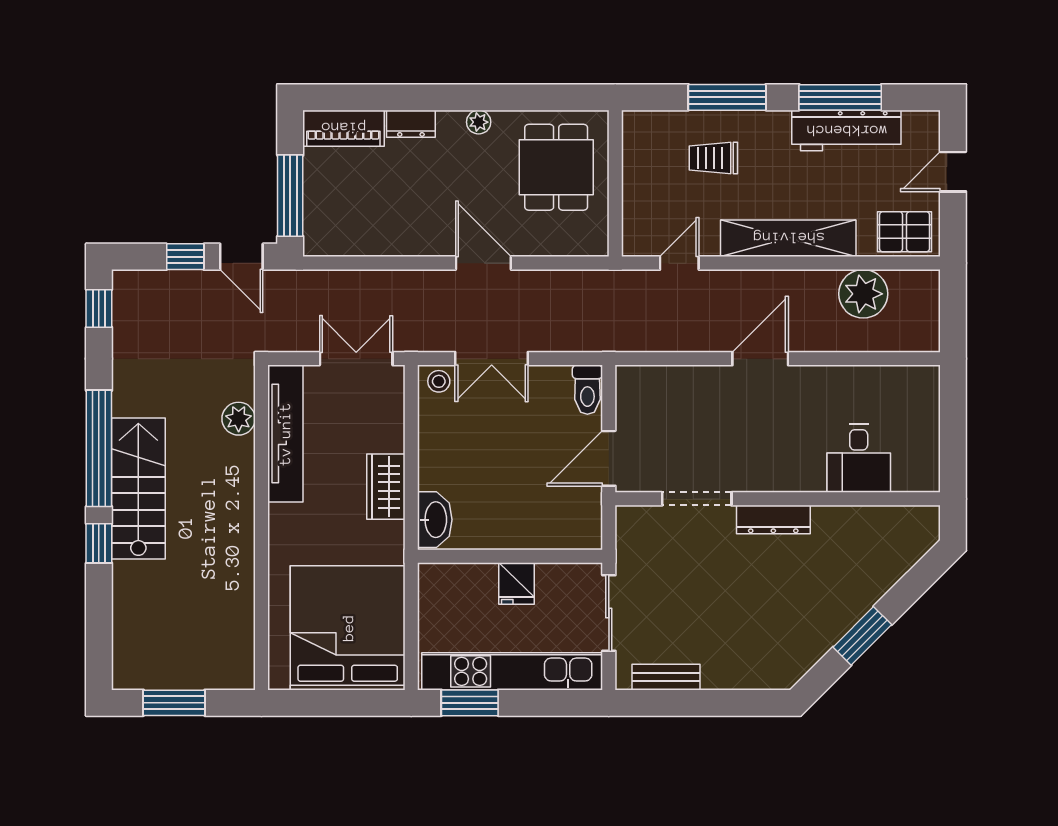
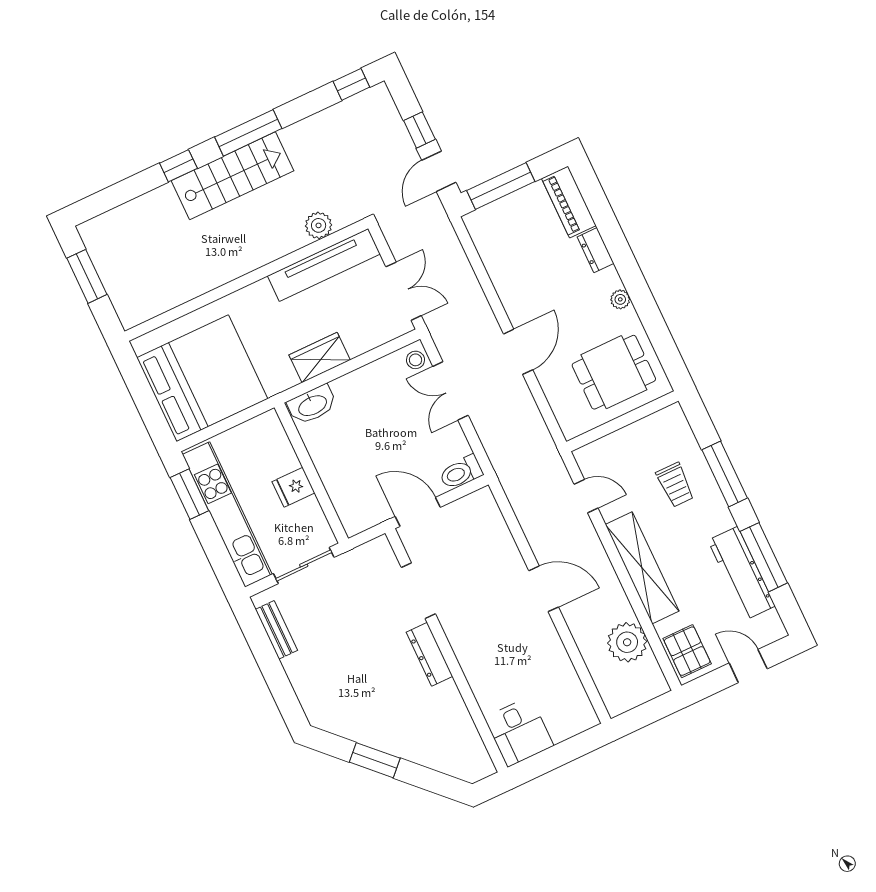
trolley: (713, 158) -> (675, 485), turned 180
window: (99, 448) -> (248, 133), width x0.68
desk: (859, 458) -> (519, 732), moved, turned -90

